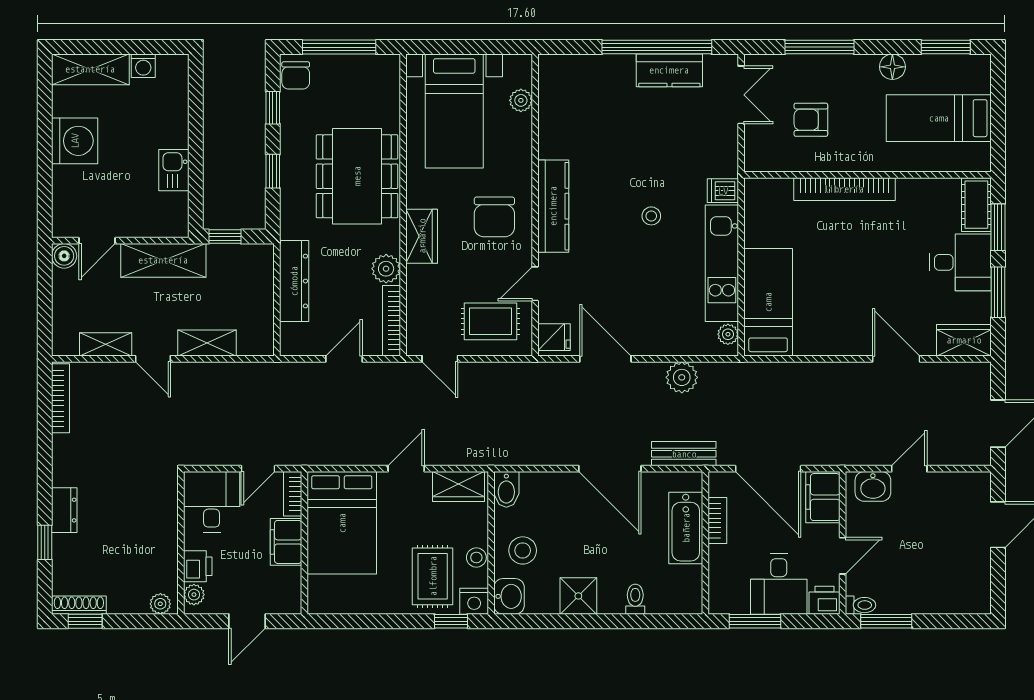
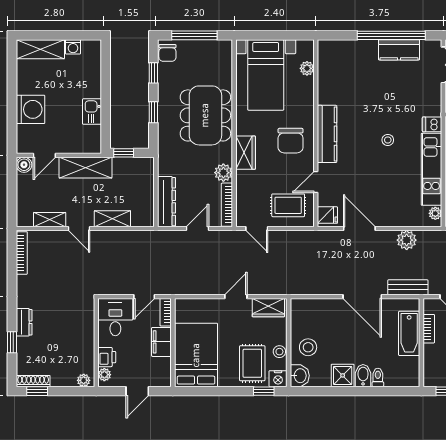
washing machine: (75, 141) -> (30, 109), moved
dresser: (294, 281) -> (166, 202), moved
bidet: (506, 489) -> (363, 376), moved, turned 180
bed: (342, 523) -> (196, 355), moved, turned 180

